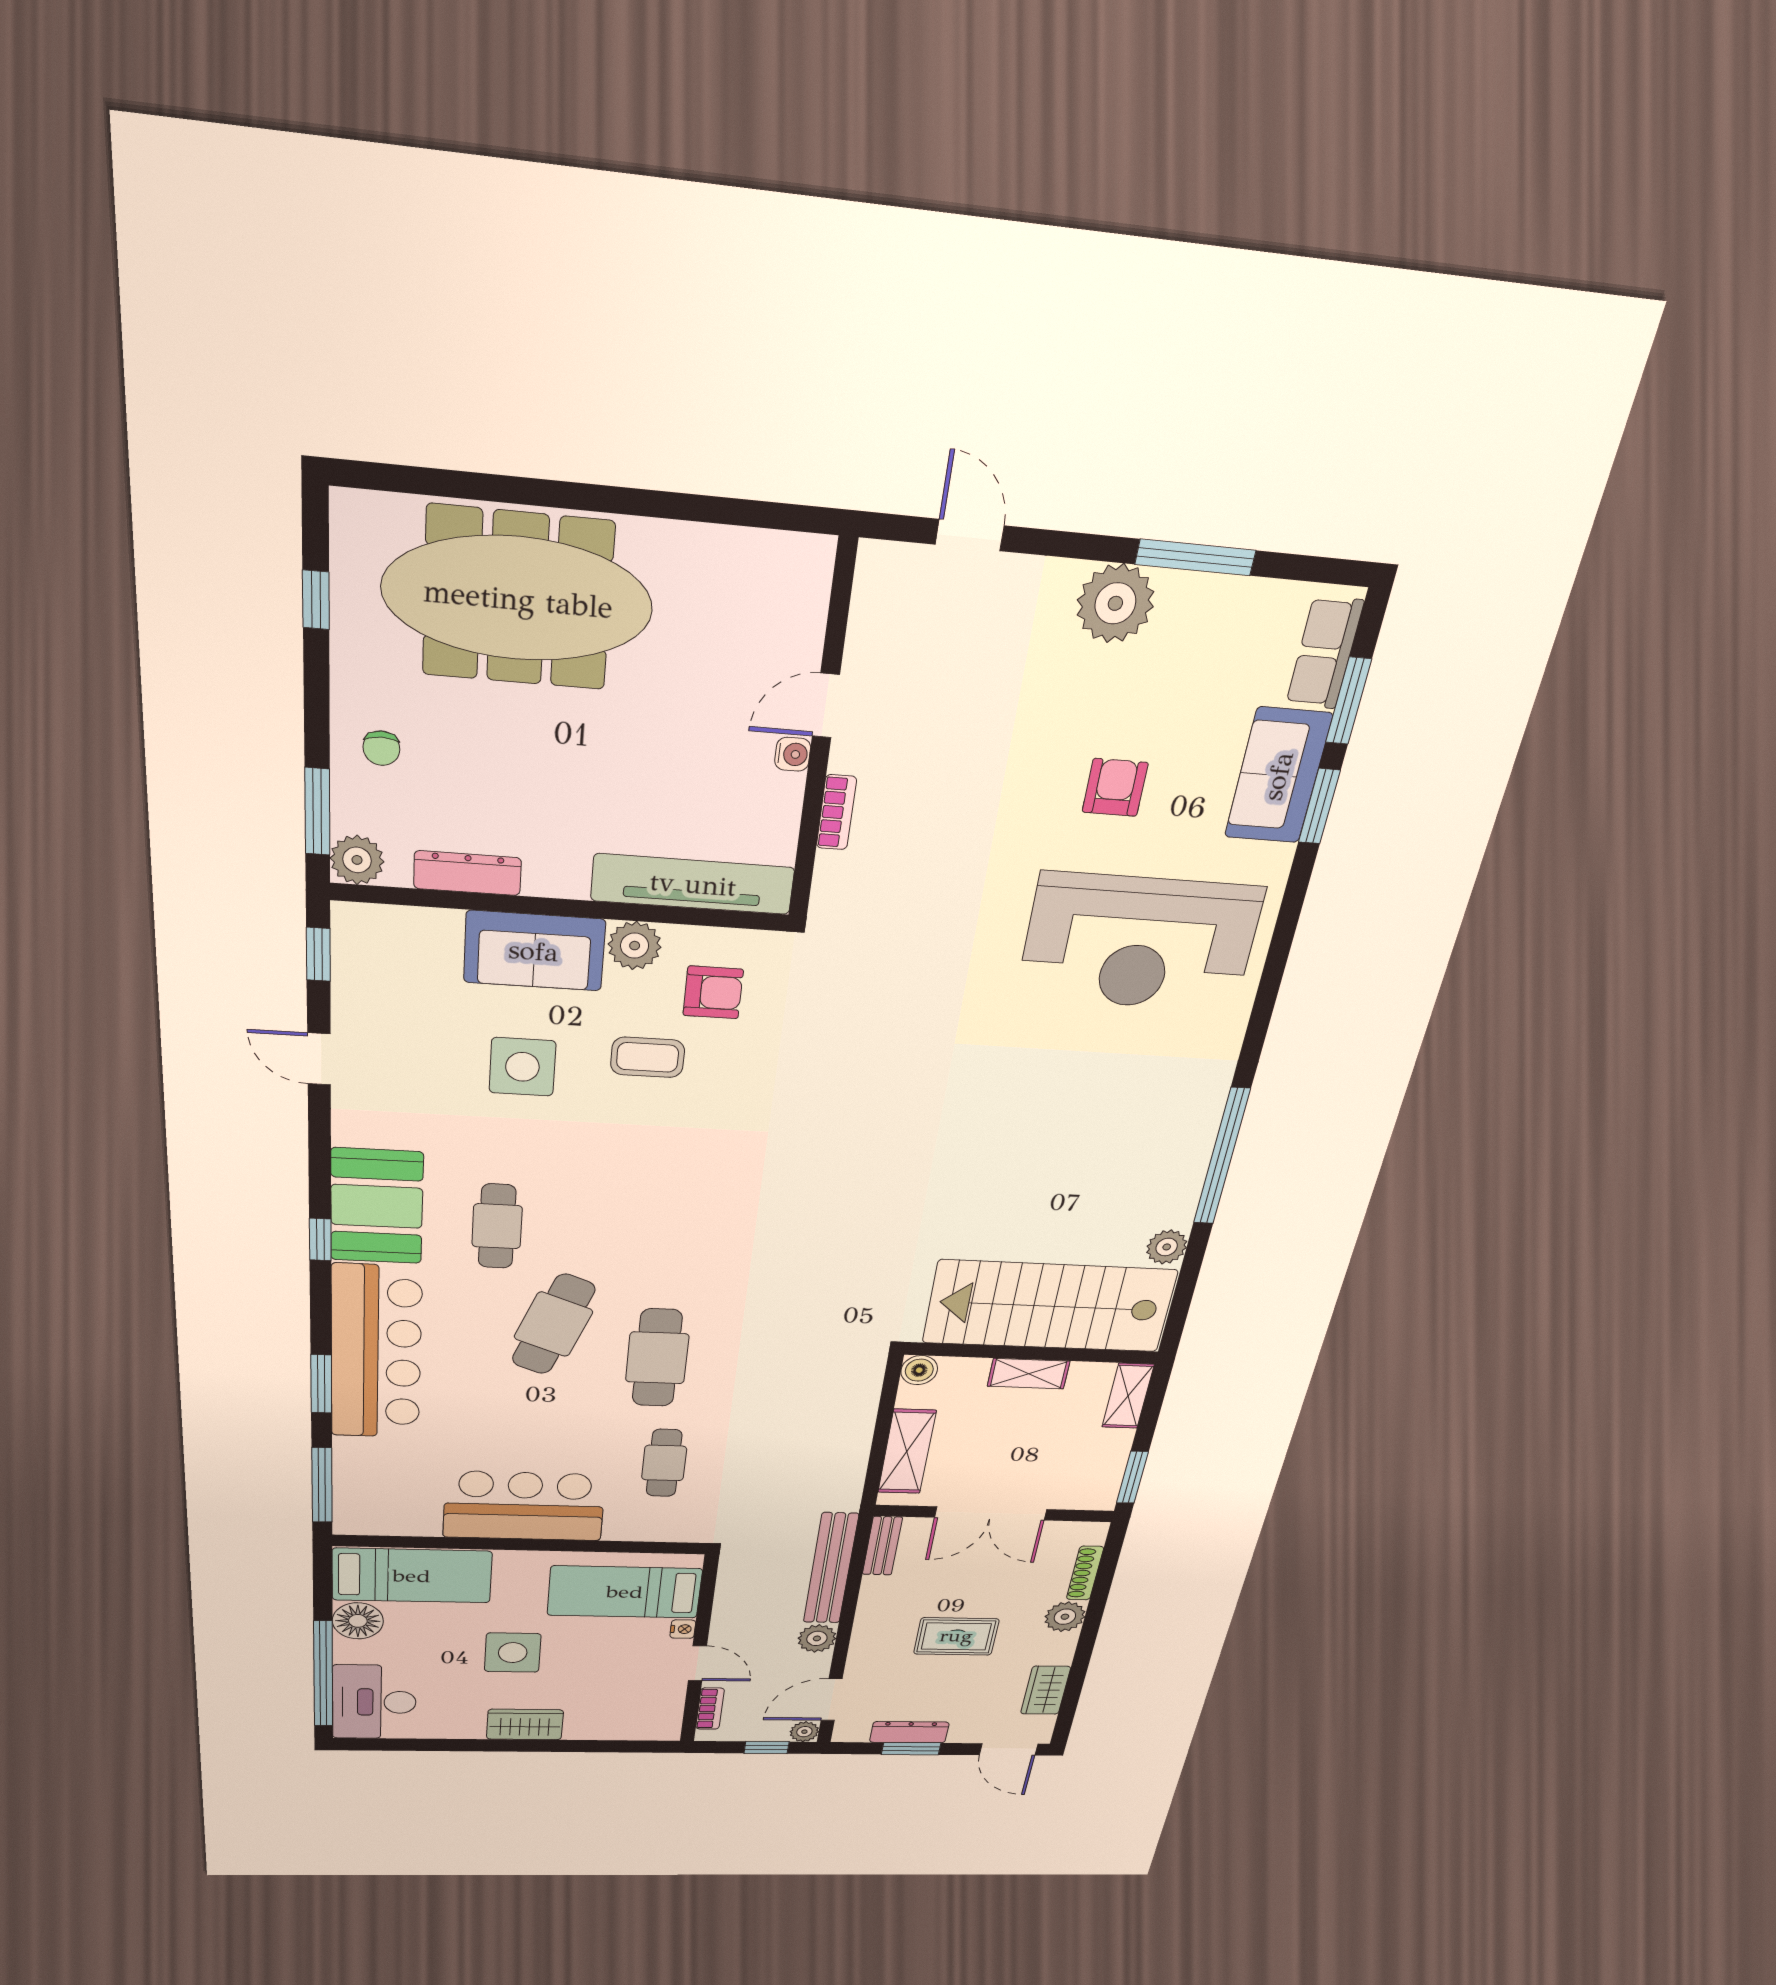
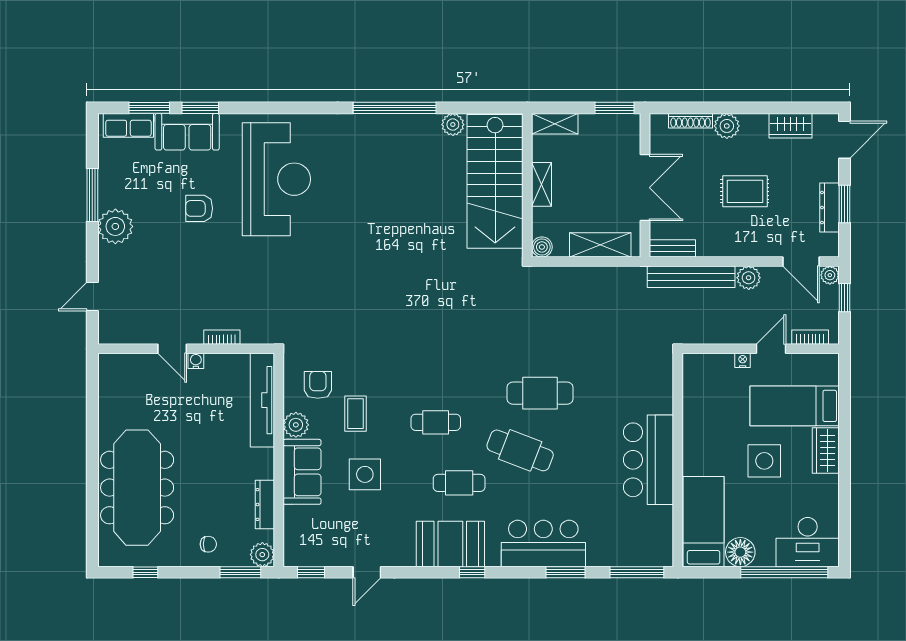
bar counter: (376, 1353) -> (543, 543), width x0.73
cafe table: (664, 1463) -> (436, 422), moved
bed: (625, 1592) -> (795, 406), moved, turned 90
rug: (956, 1636) -> (745, 191), turned 90

